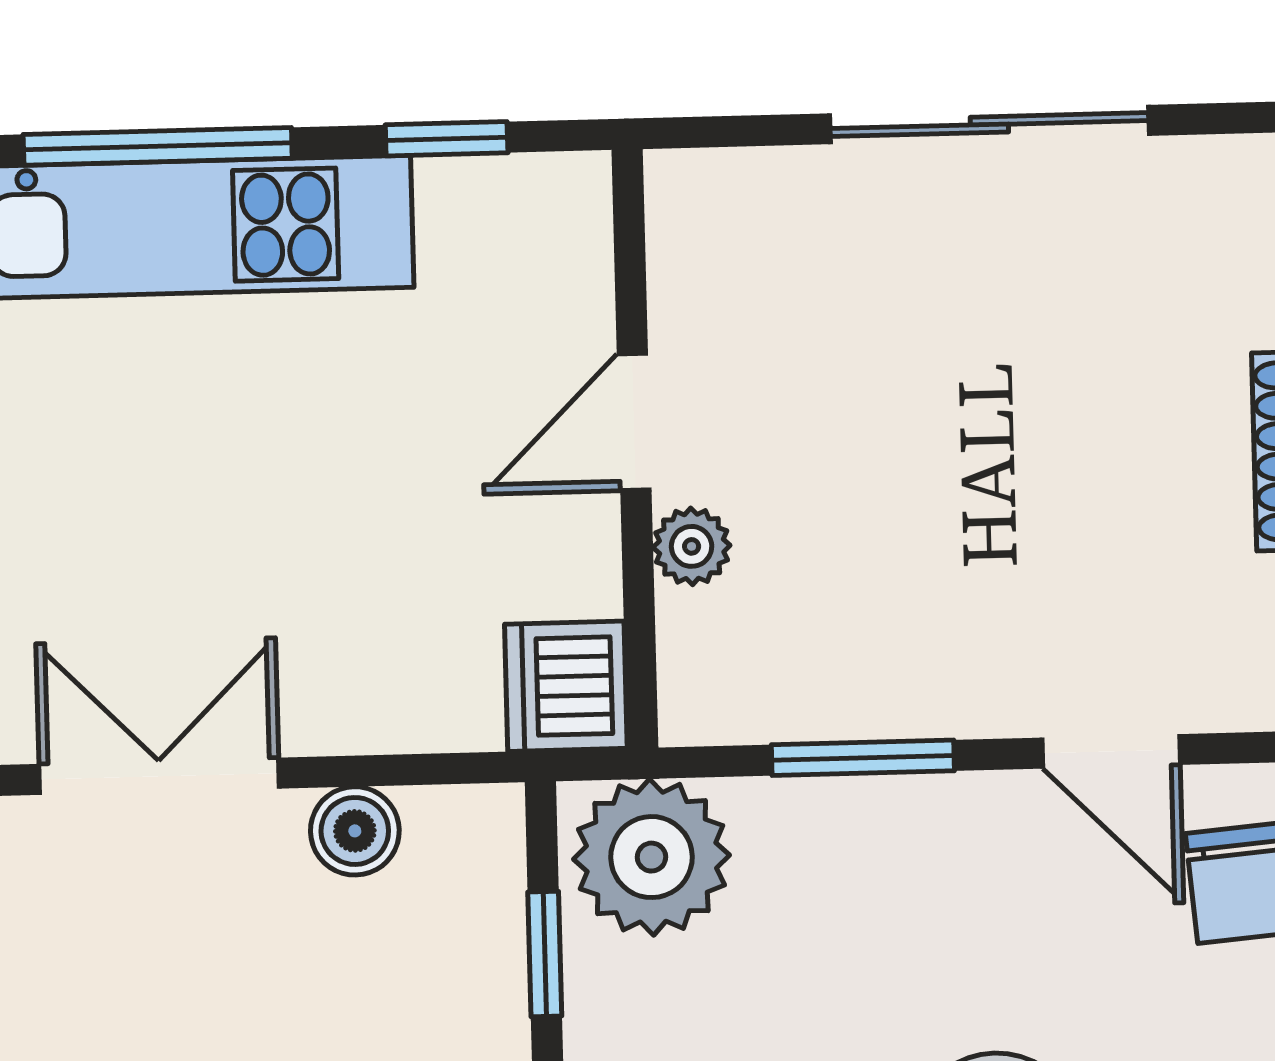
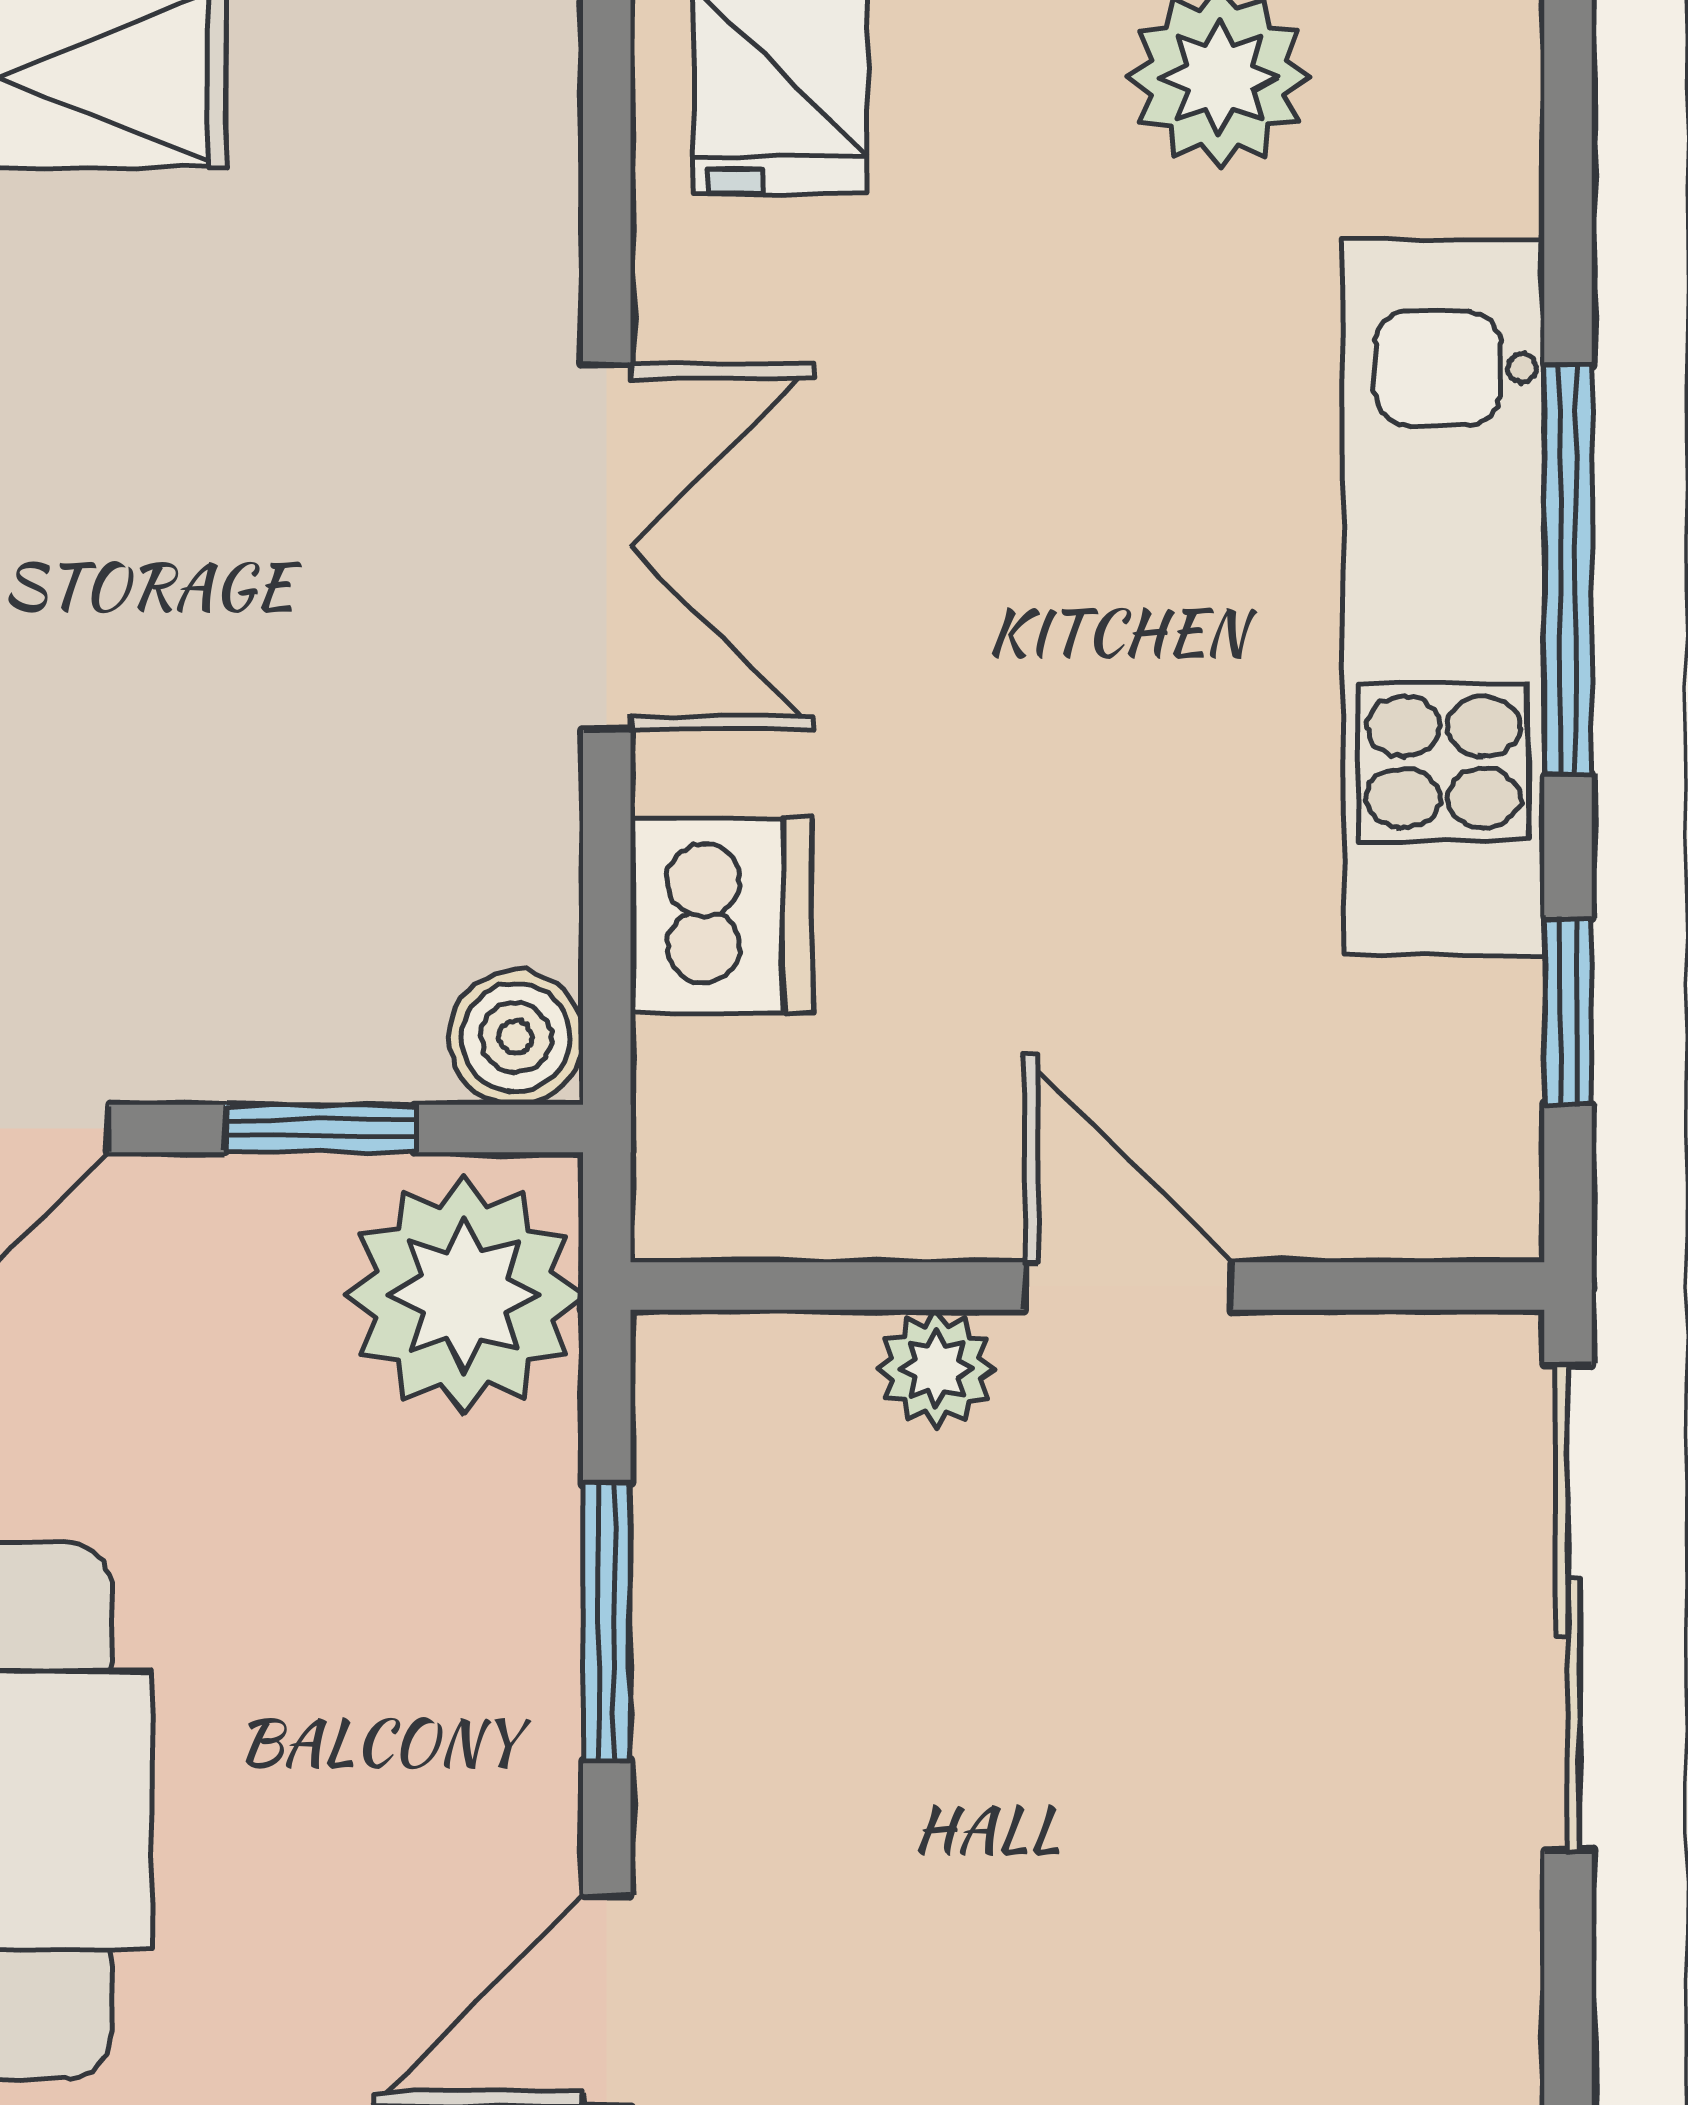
sliding door: (989, 125) -> (1568, 1608), moved
dishwasher: (566, 686) -> (722, 915), moved, turned 90
boiler: (355, 831) -> (516, 1037), moved

